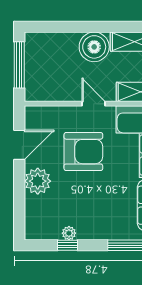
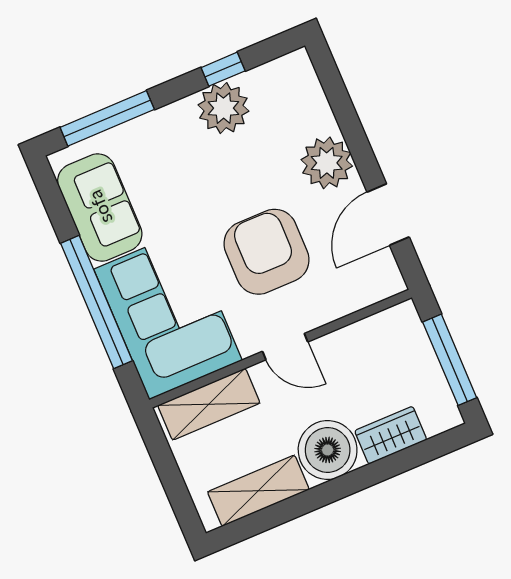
wardrobe: (62, 41) -> (391, 435), added
armchair: (83, 152) -> (267, 252), turned 90
plant: (69, 233) -> (223, 108), width x1.87, depth x1.87

